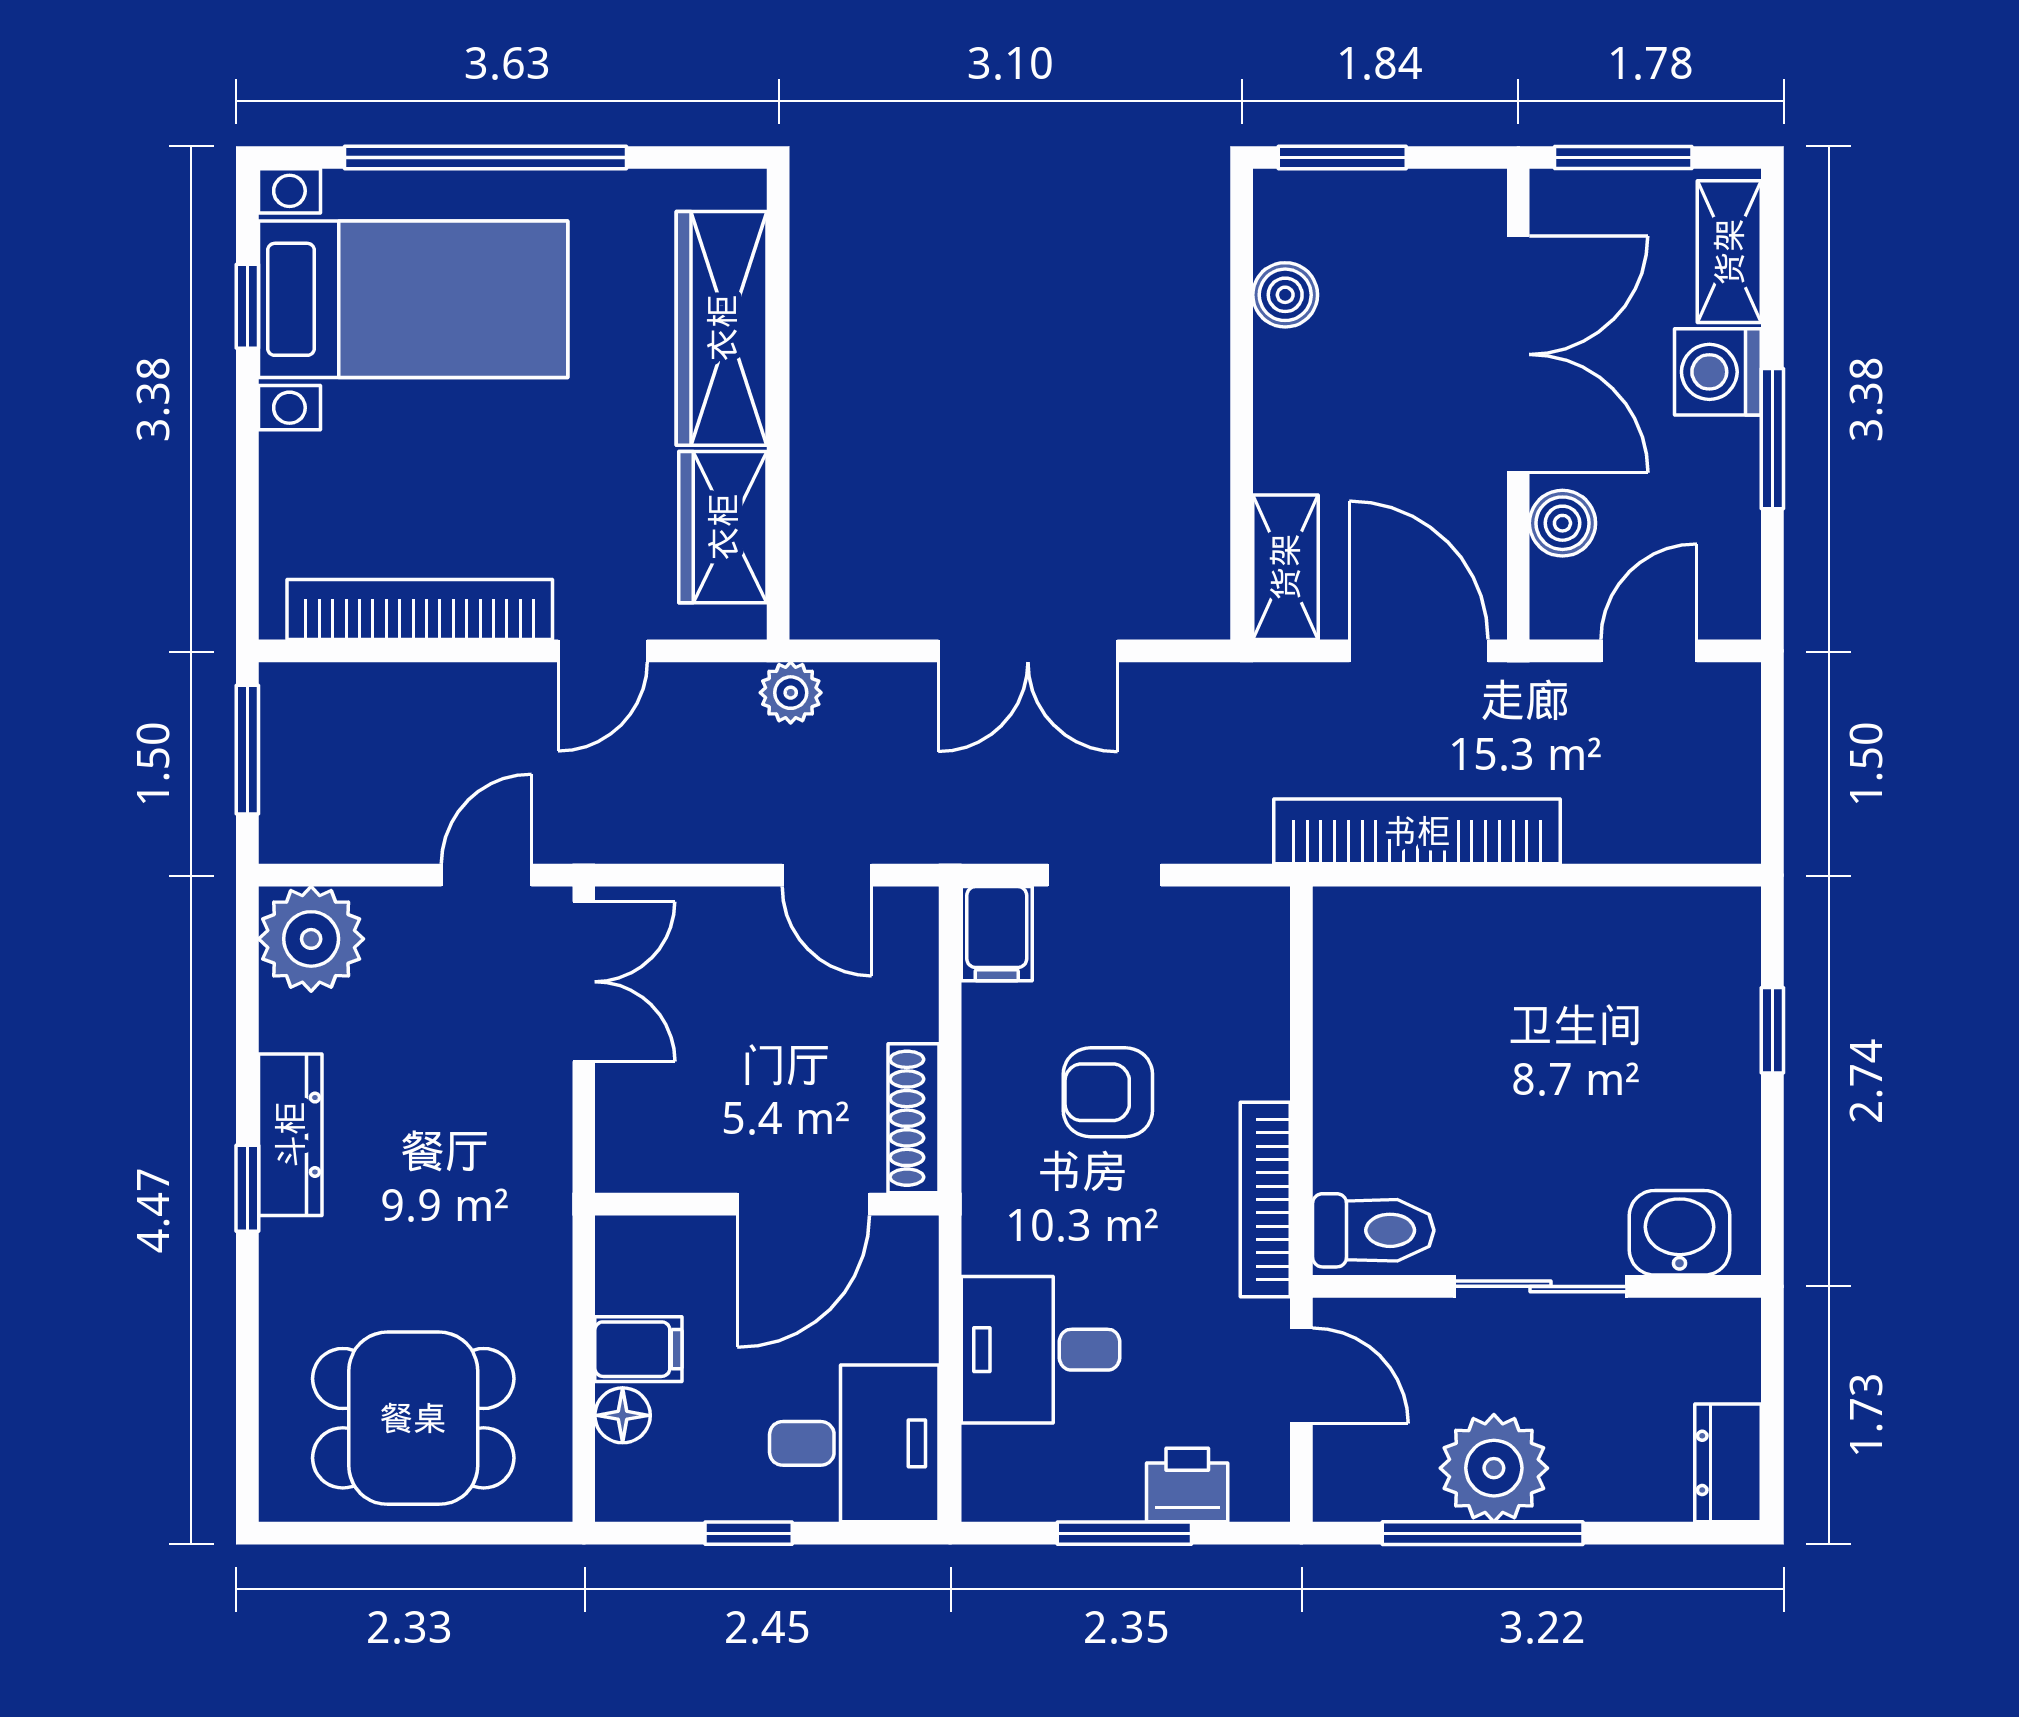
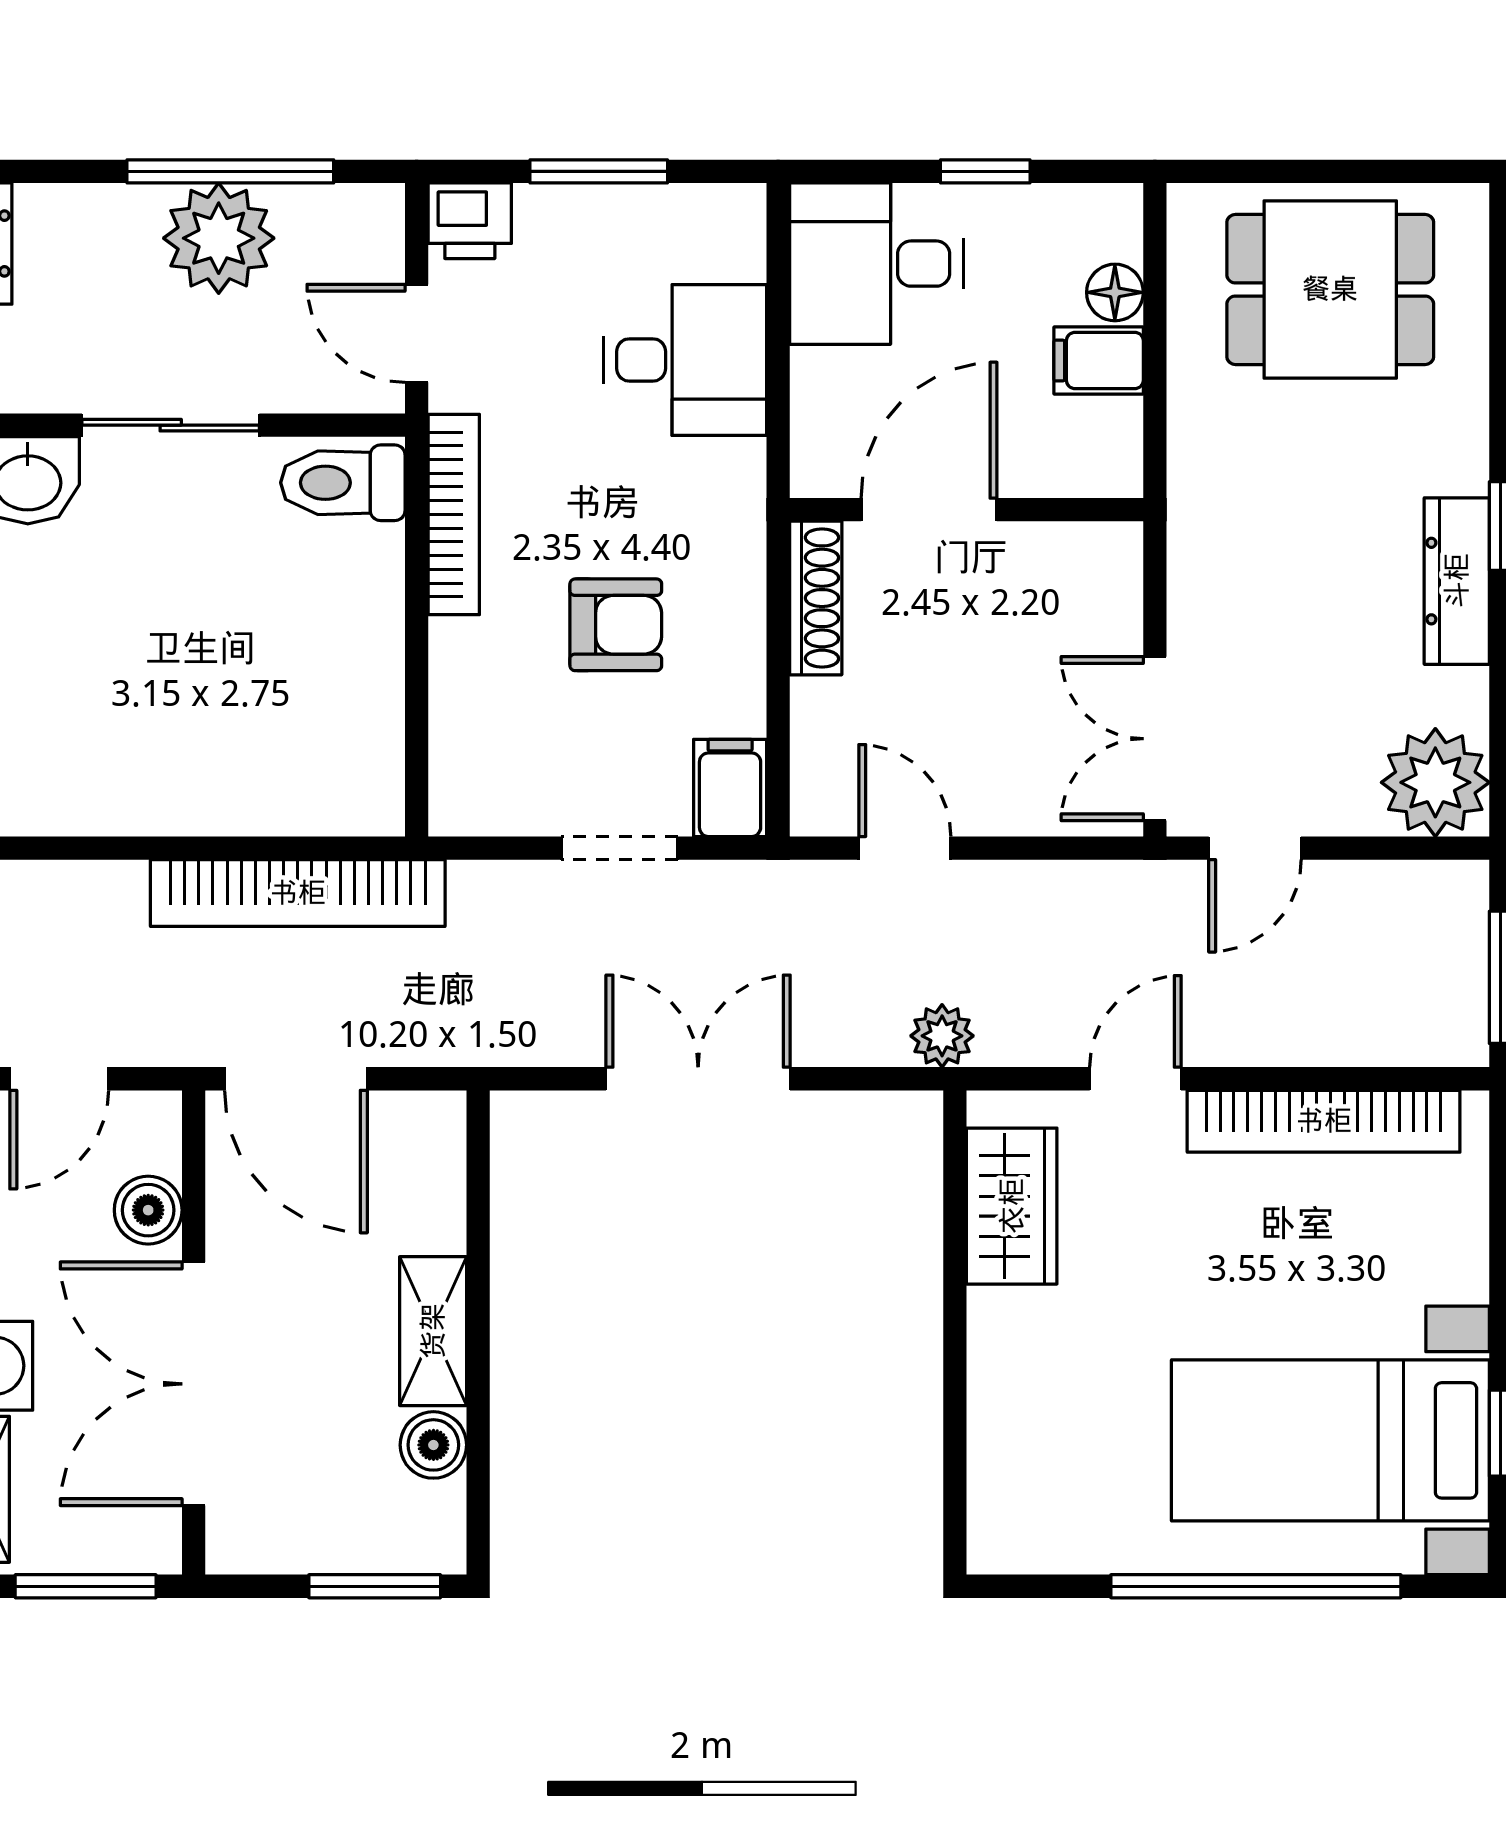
wardrobe: (722, 328) -> (1013, 1411), removed
shelving: (1285, 567) -> (433, 1331), moved
printer: (1187, 1485) -> (470, 221), moved

